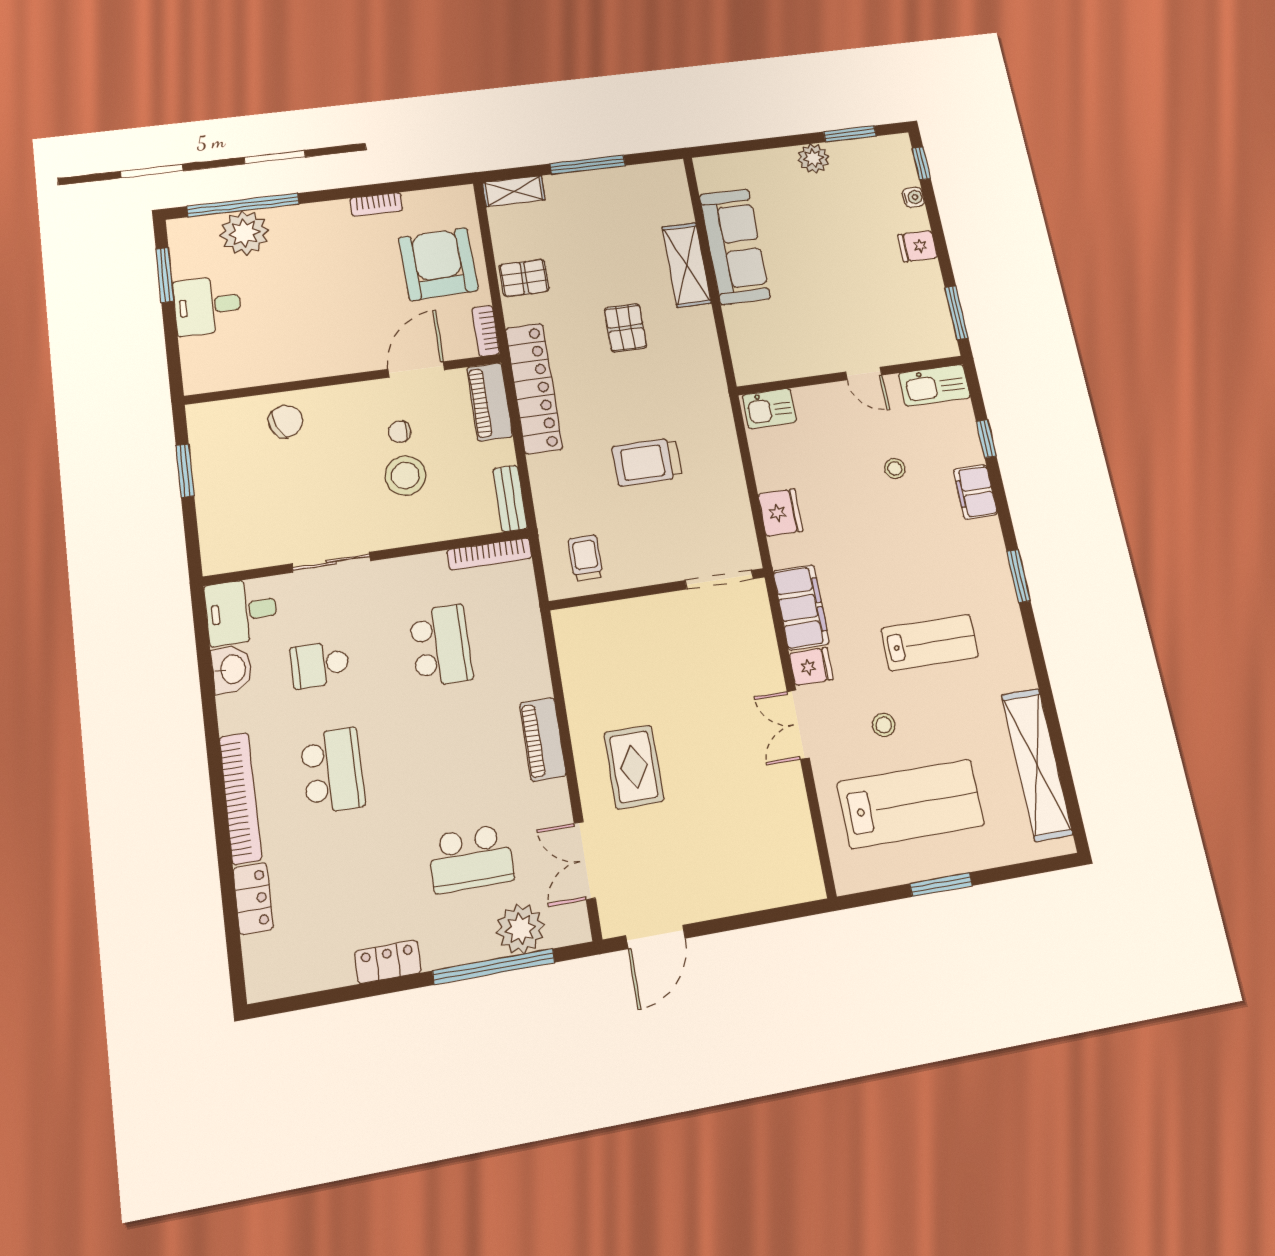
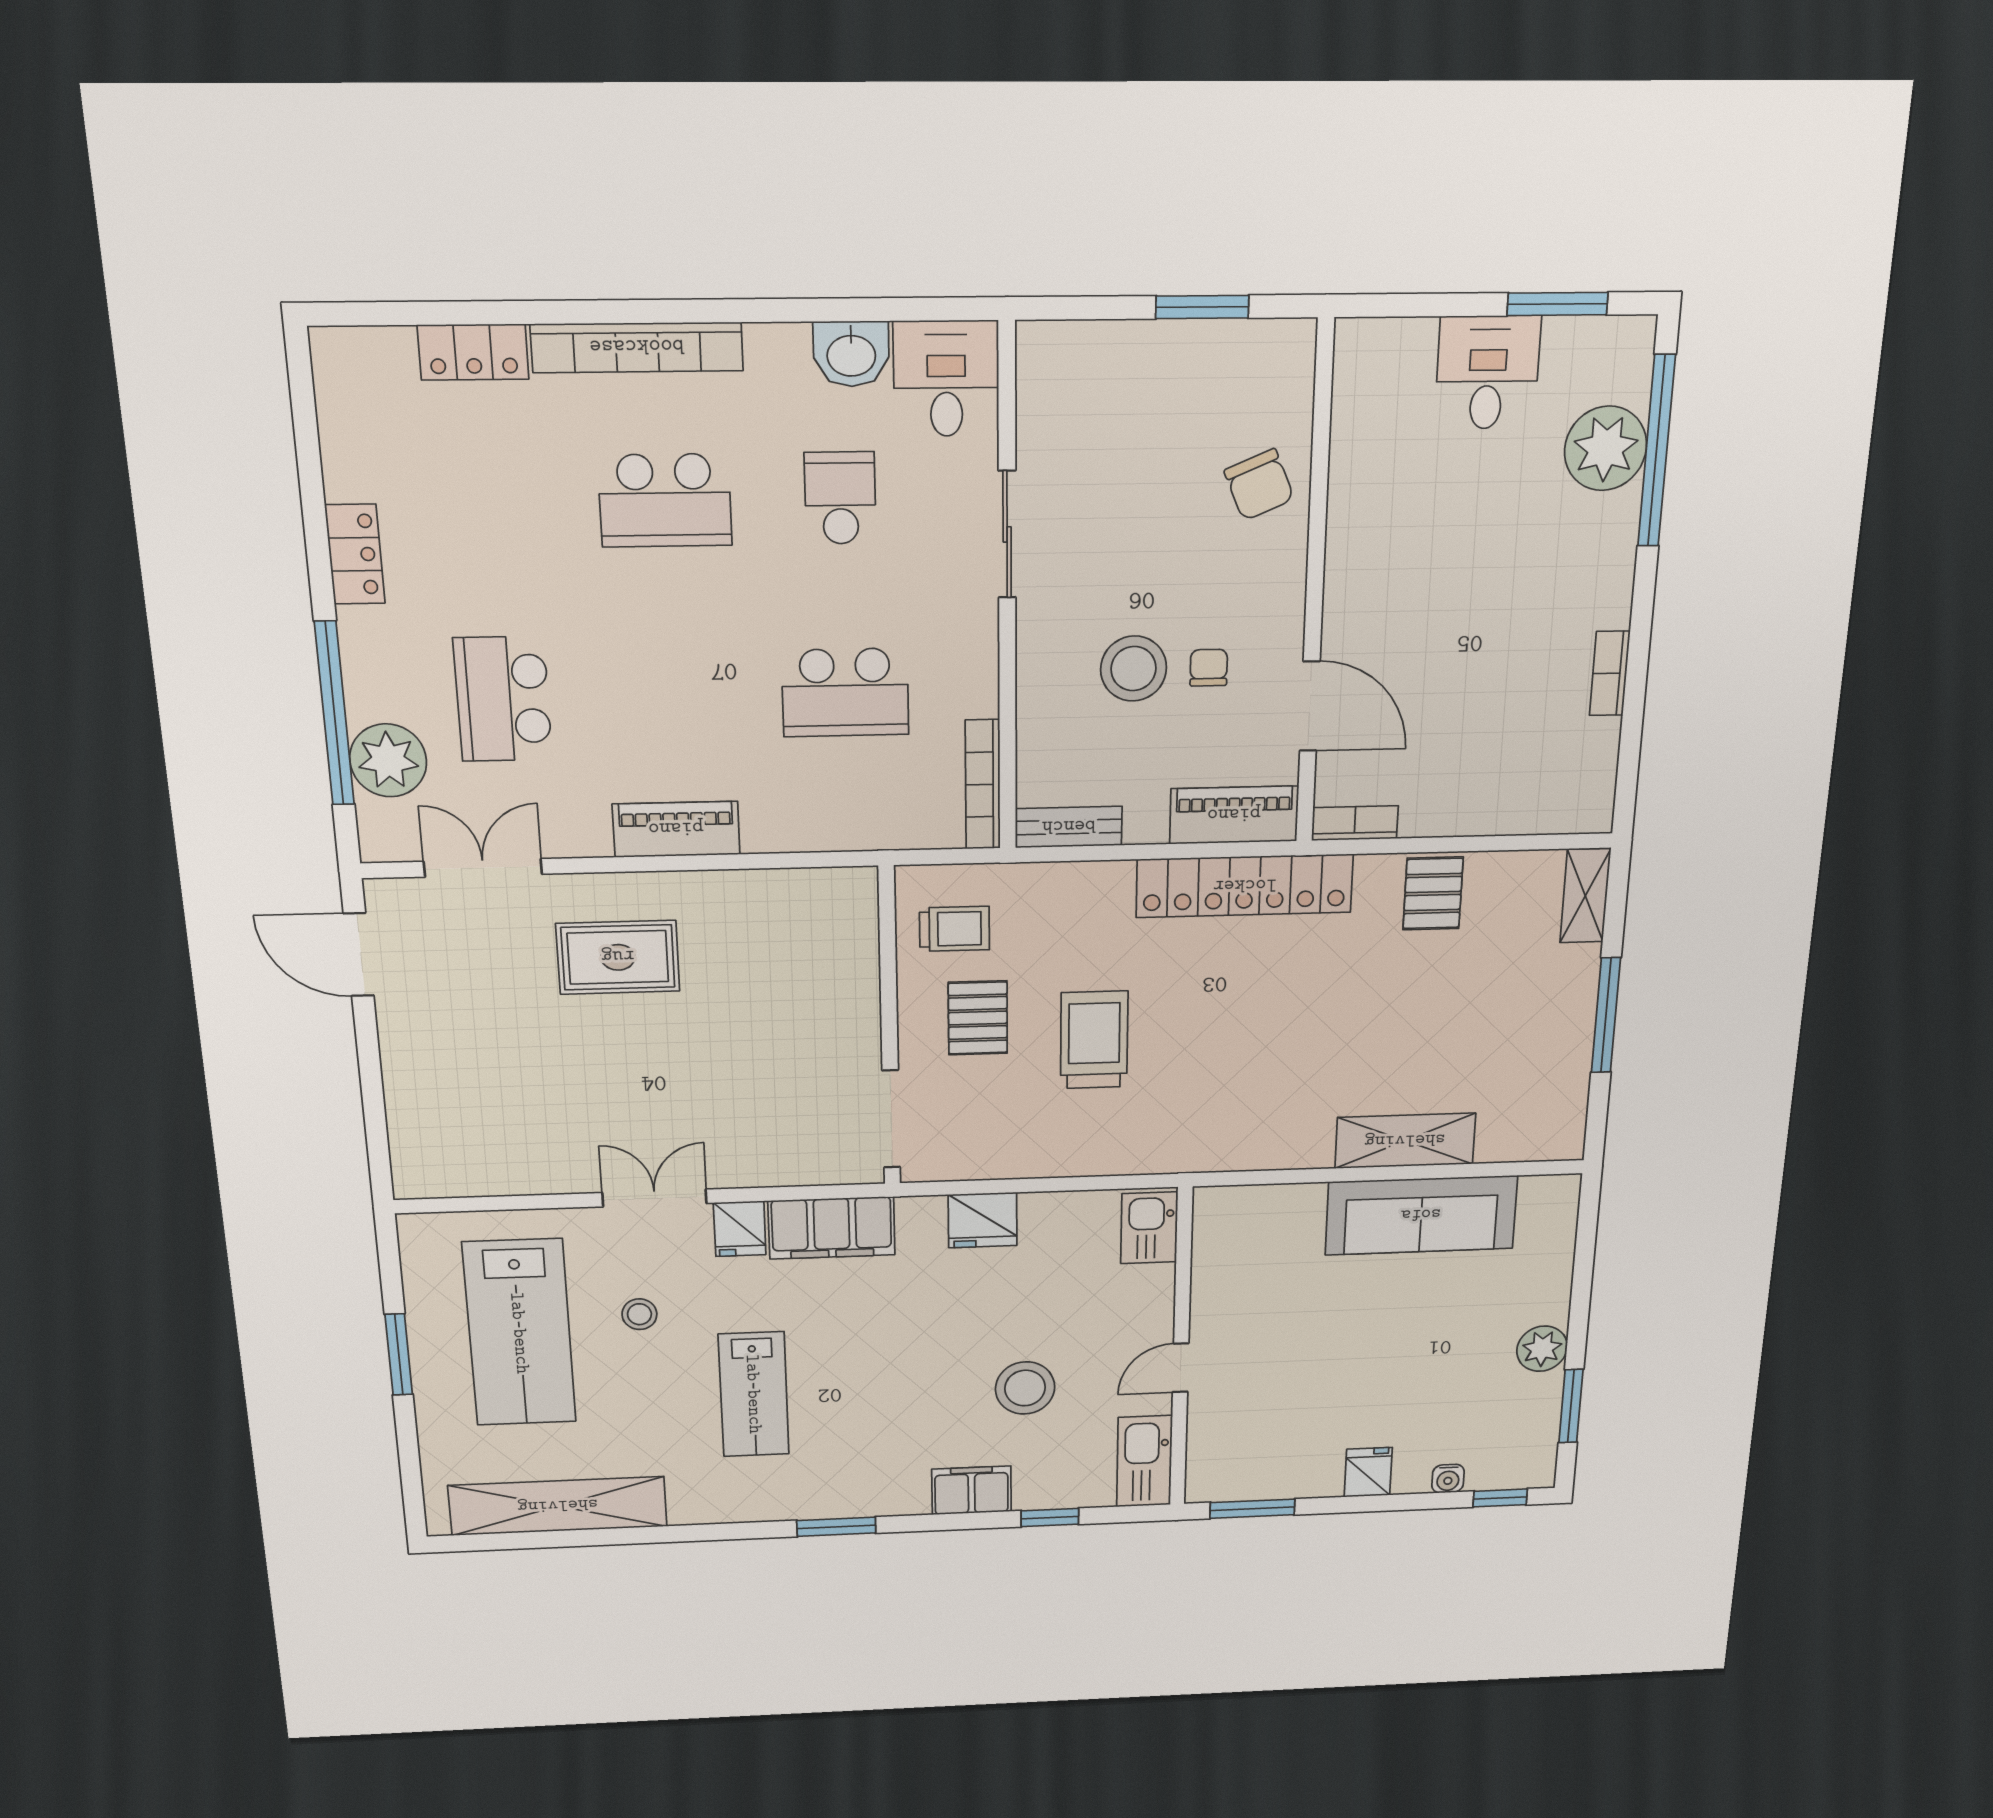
armchair: (438, 264) -> (1484, 762), removed
pallet: (626, 328) -> (978, 1018), moved, turned 90
stool: (895, 468) -> (1025, 1388), width x1.89, depth x1.89

